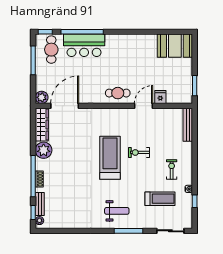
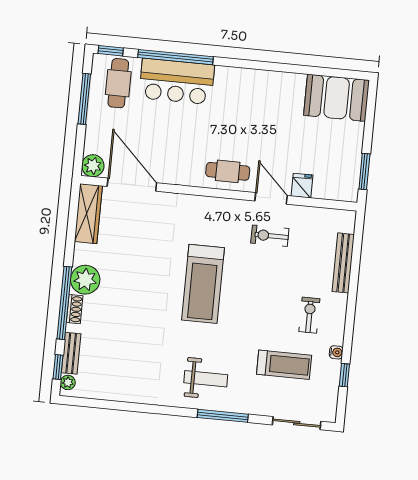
door: (65, 106) -> (132, 185), hinge flipped
door: (144, 106) -> (271, 198), hinge flipped
bench: (188, 125) -> (343, 263), moved
plant: (44, 150) -> (85, 280), moved
exercise bike: (139, 152) -> (270, 236), moved
treadmill: (110, 158) -> (203, 284), turned 180

